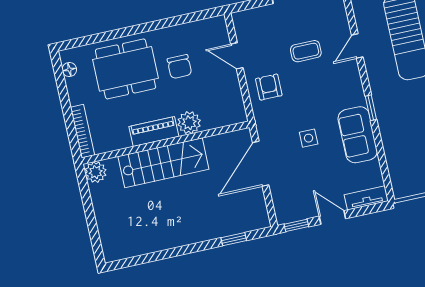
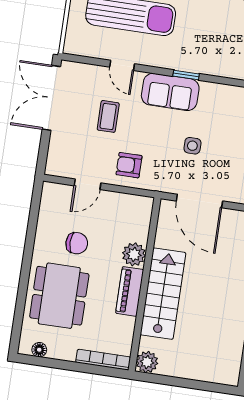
sofa: (358, 135) -> (170, 92), moved

